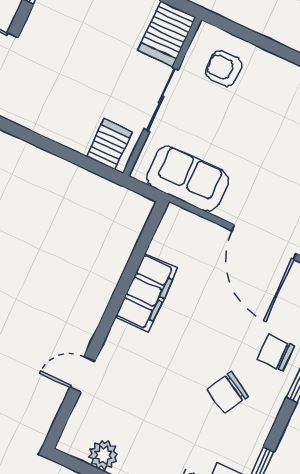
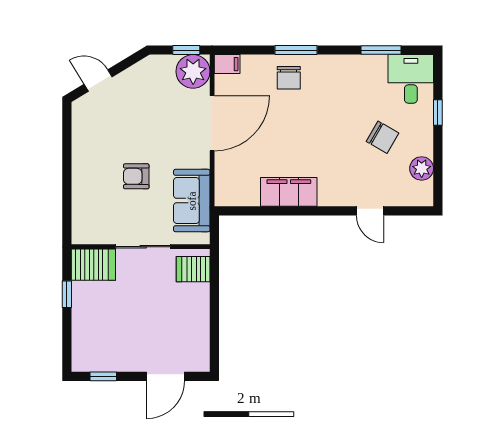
armchair: (224, 68) -> (136, 176), moved, turned 90
chair: (228, 393) -> (383, 137), moved

